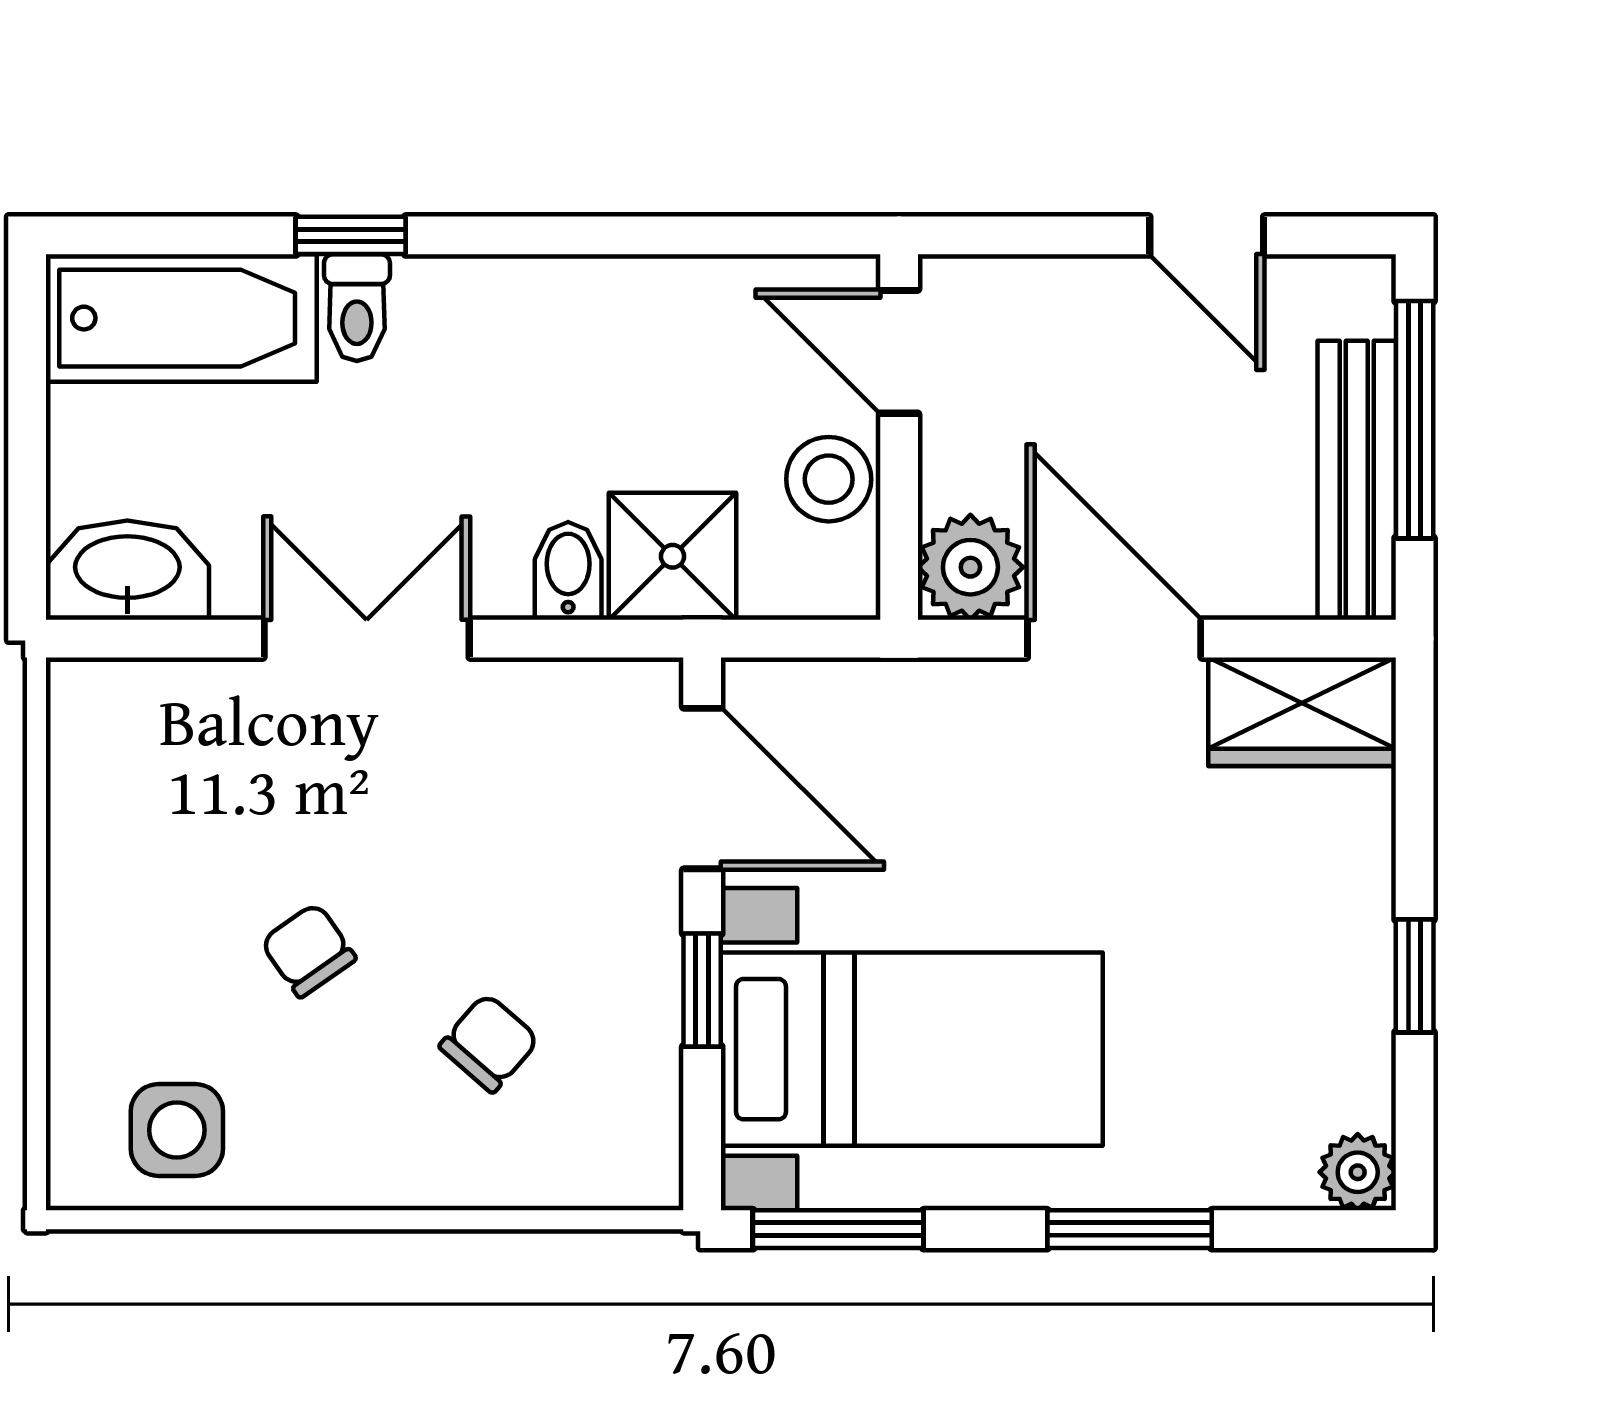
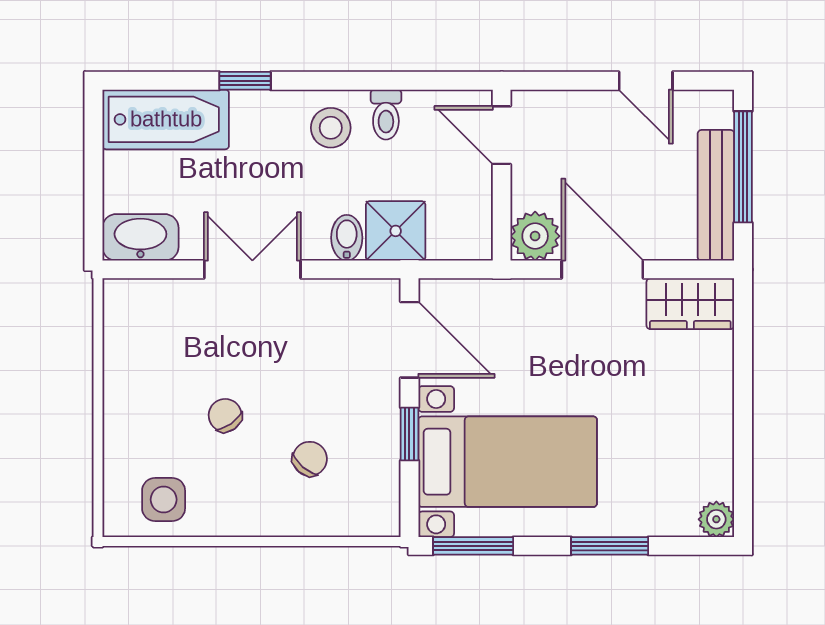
toilet: (357, 308) -> (386, 115), moved
stool: (829, 479) -> (331, 128), moved
window: (1415, 976) -> (743, 427), removed

